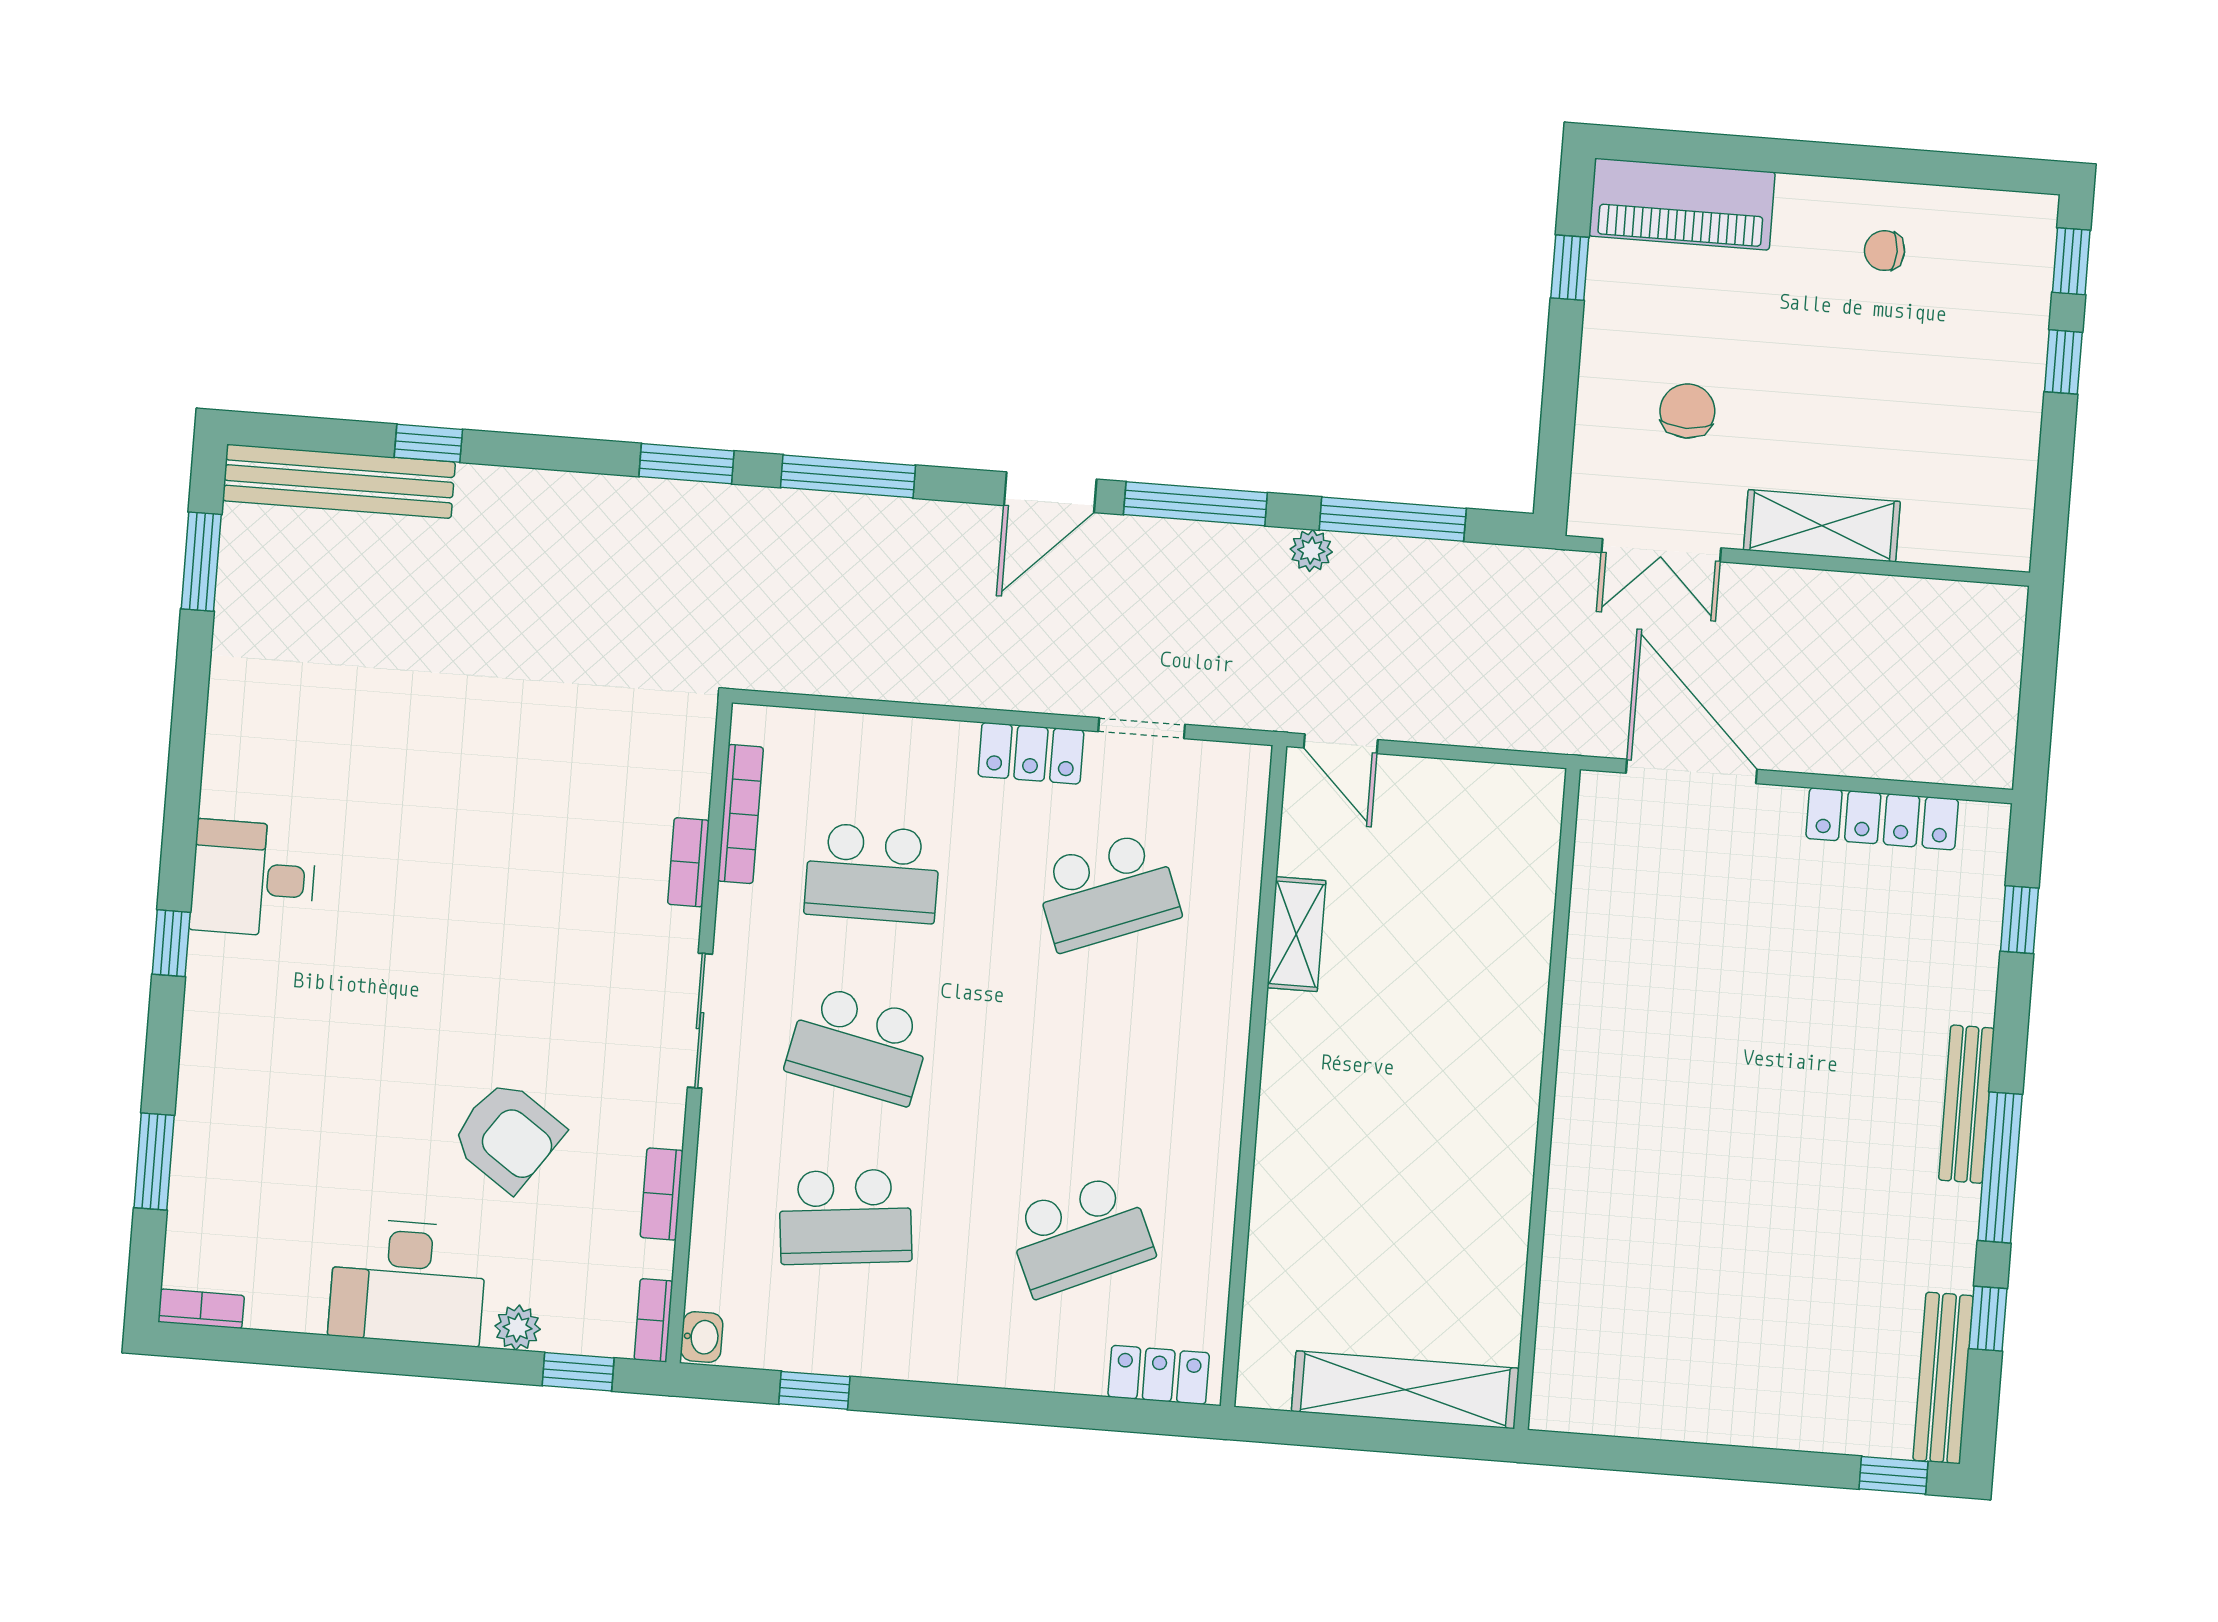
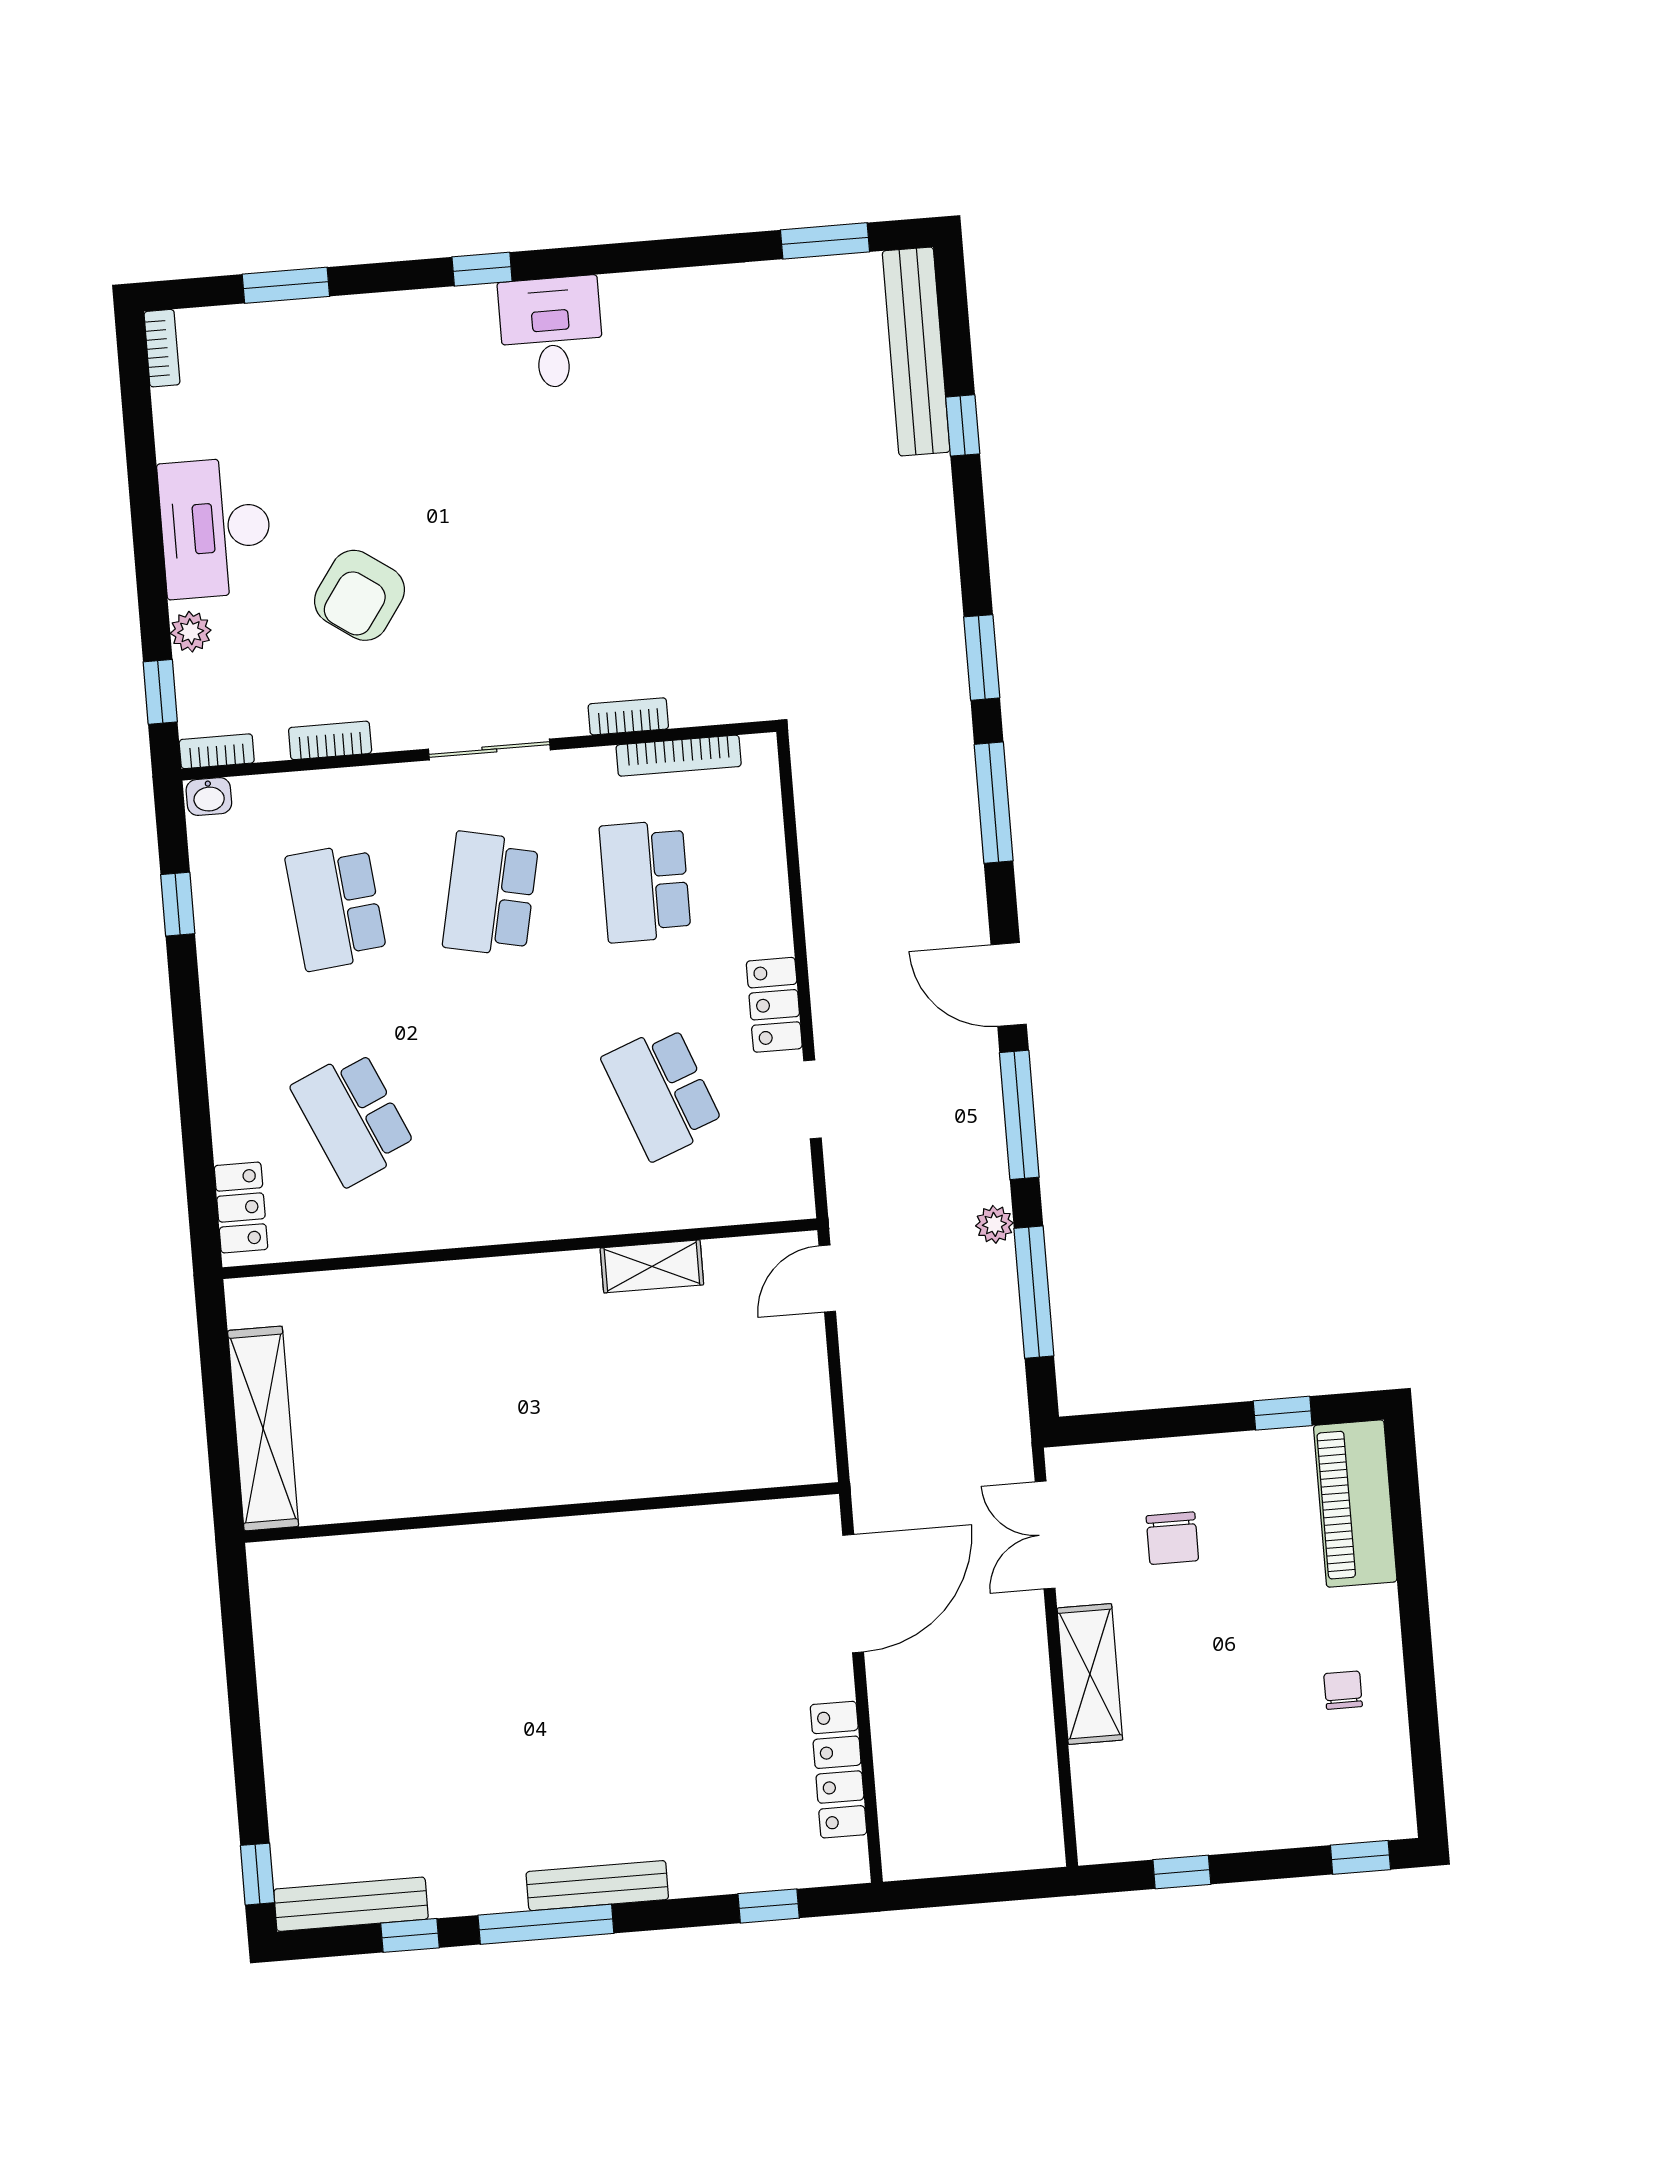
window: (2063, 362) -> (1182, 1872), moved
chair: (1687, 411) -> (1172, 1538), turned 90

